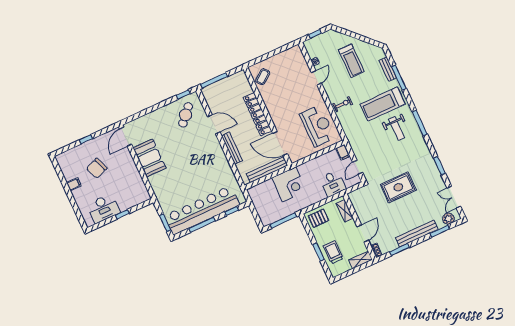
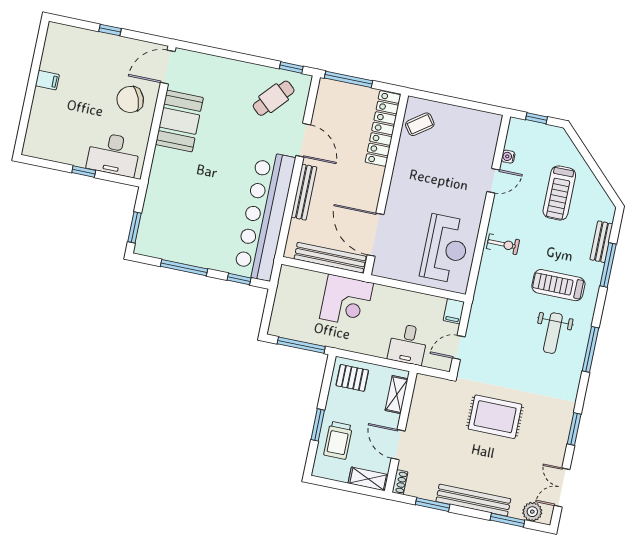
treadmill: (383, 104) -> (558, 285), width x0.73, depth x0.73
locker: (257, 114) -> (383, 128), moved
chair: (97, 168) -> (130, 99), moved
desk: (103, 208) -> (113, 154), moved
bar counter: (202, 210) -> (265, 216), moved, turned -90
door: (363, 234) -> (398, 445), swing flipped
trolley: (333, 252) -> (338, 440), turned 180

